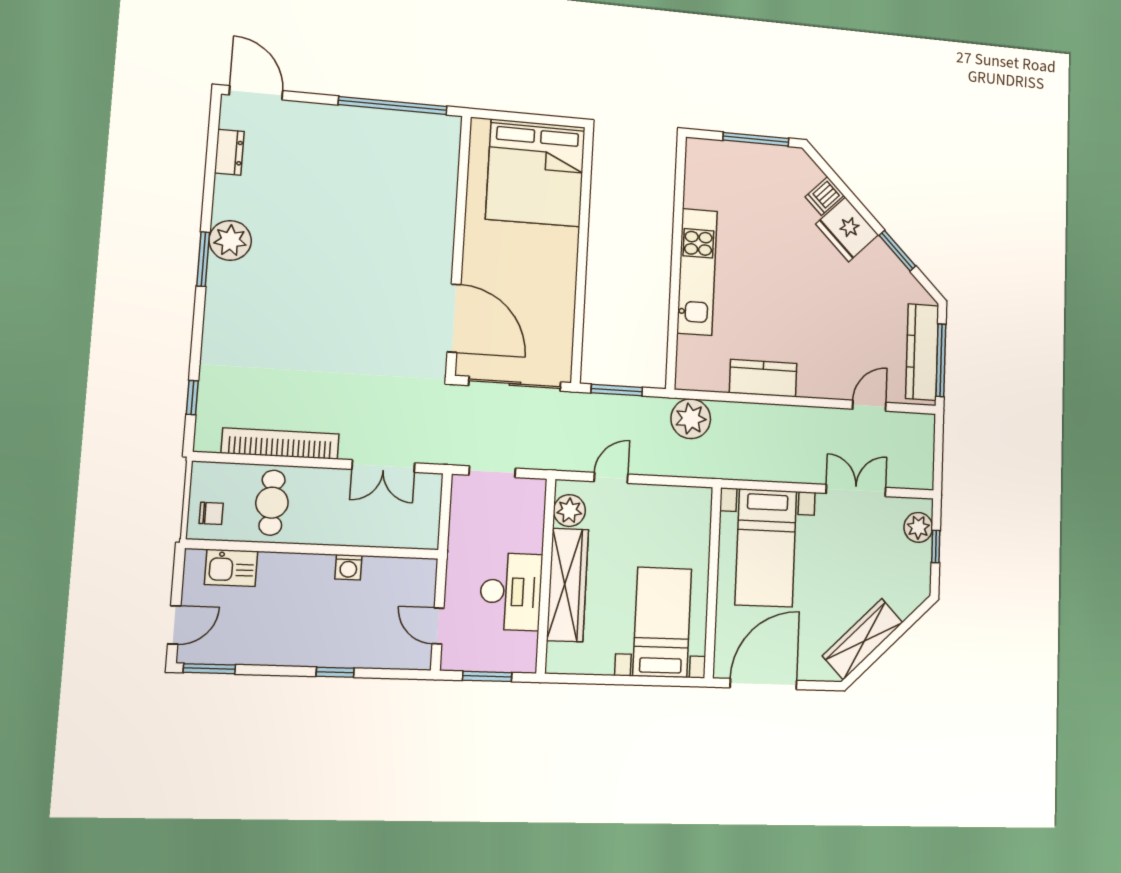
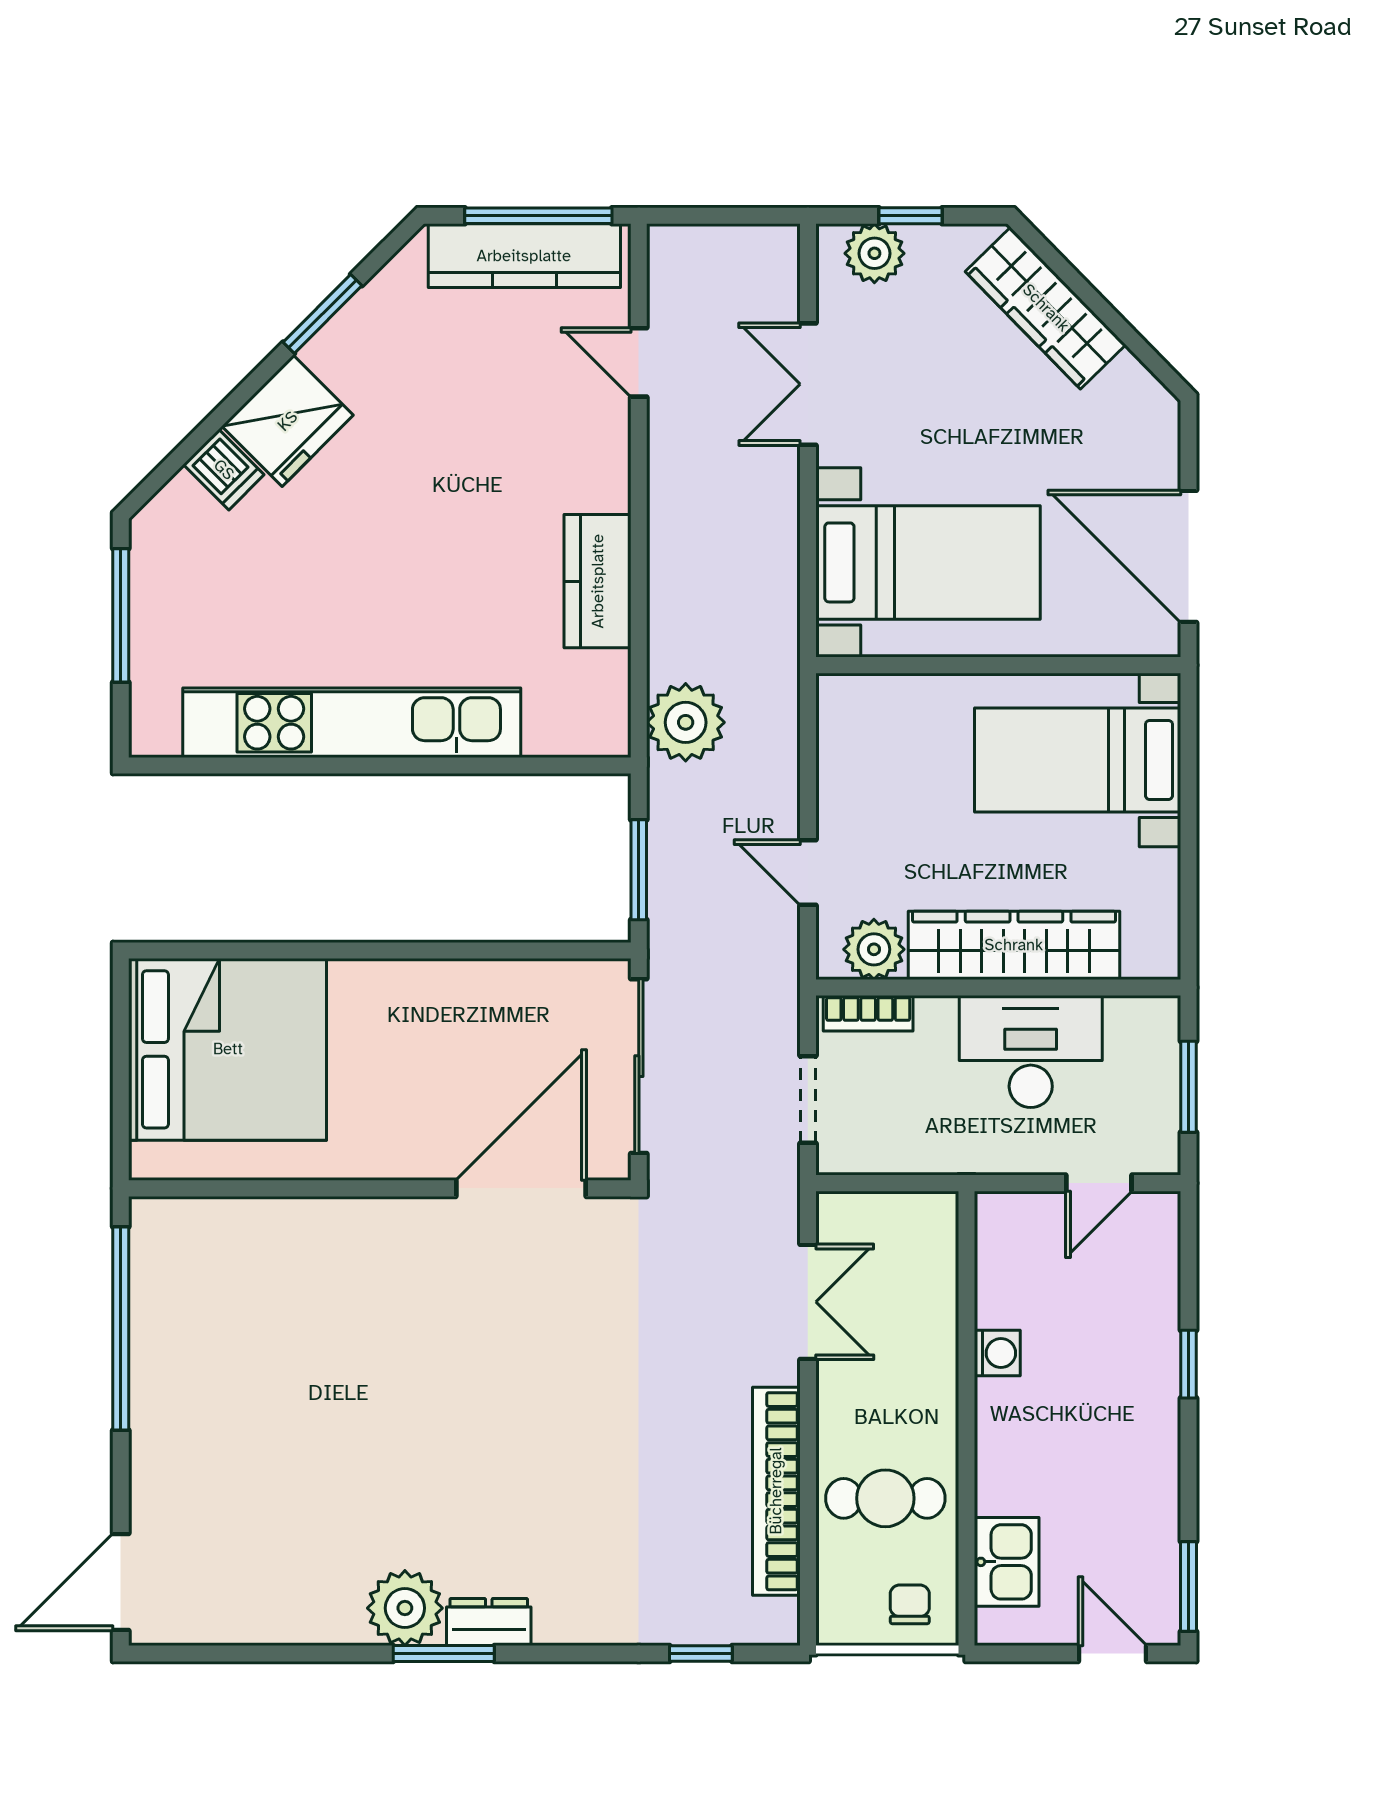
dresser: (229, 152) -> (489, 1622), moved
kitchen unit: (697, 272) -> (352, 723), width x1.36
bookcase: (536, 506) -> (868, 1013), added
wardrobe: (863, 639) -> (1046, 308), moved

